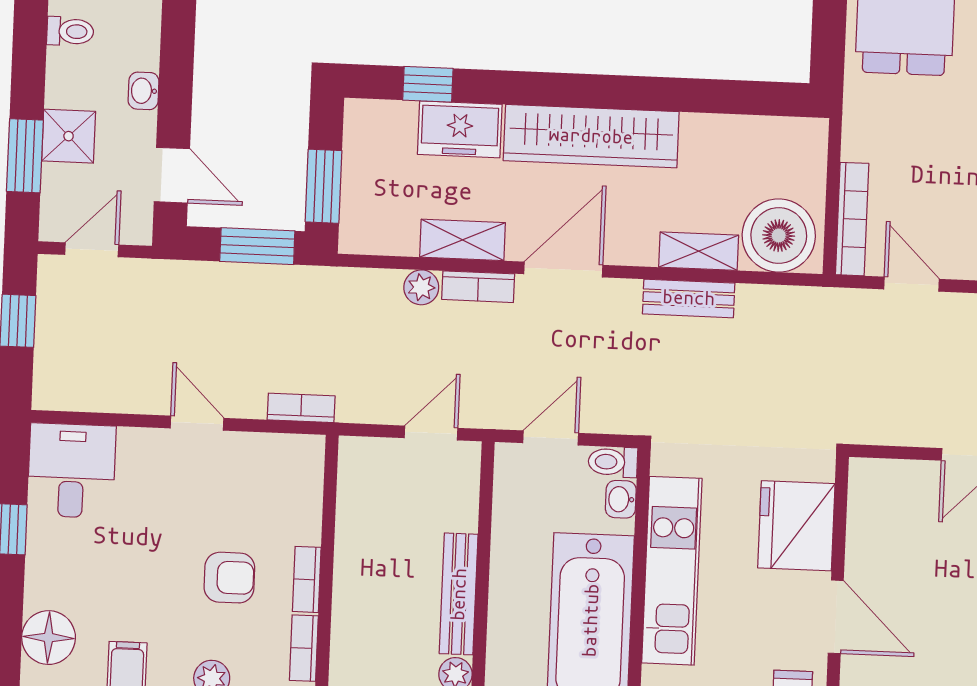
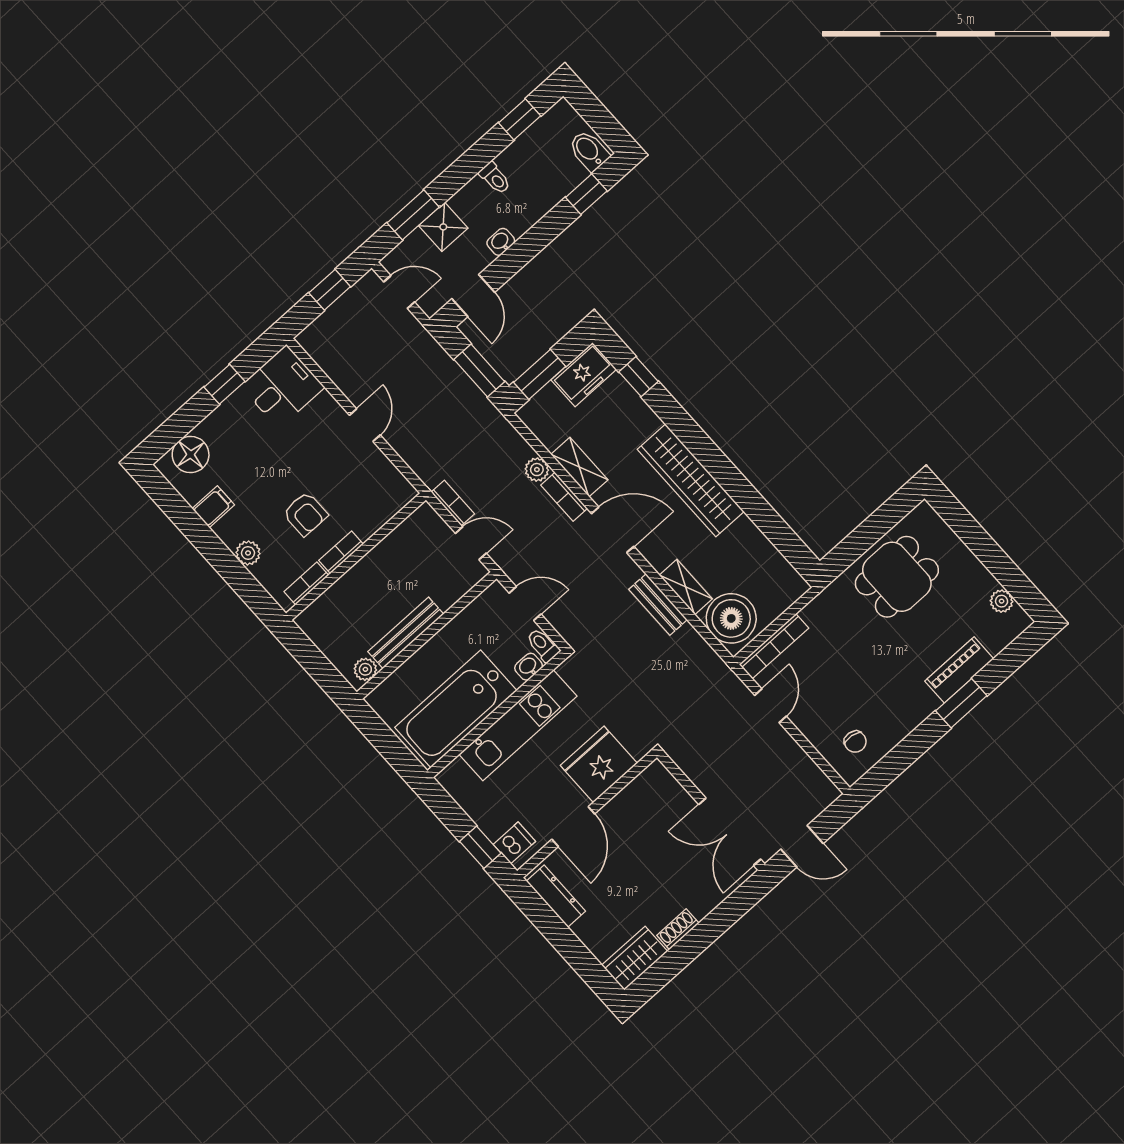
freezer: (460, 129) -> (584, 375), moved, turned -90
bookcase: (301, 408) -> (453, 503), moved

